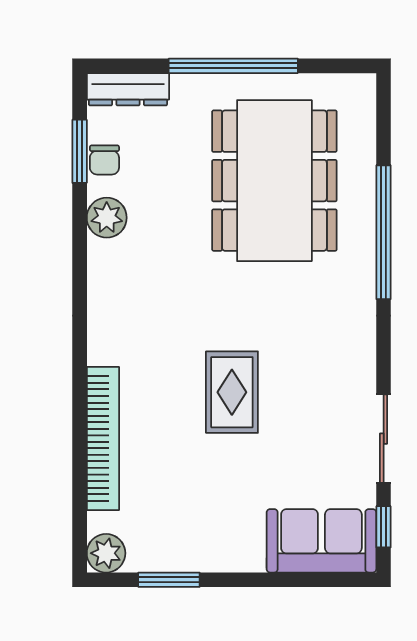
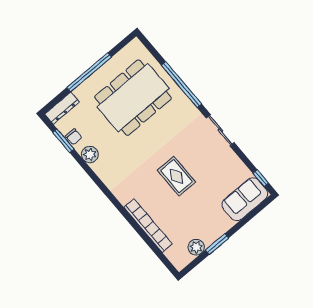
dining table: (274, 181) -> (133, 98), turned 90
sliding door: (384, 439) -> (220, 130), moved
plant: (106, 553) -> (196, 247), moved
window: (169, 580) -> (217, 244), moved

